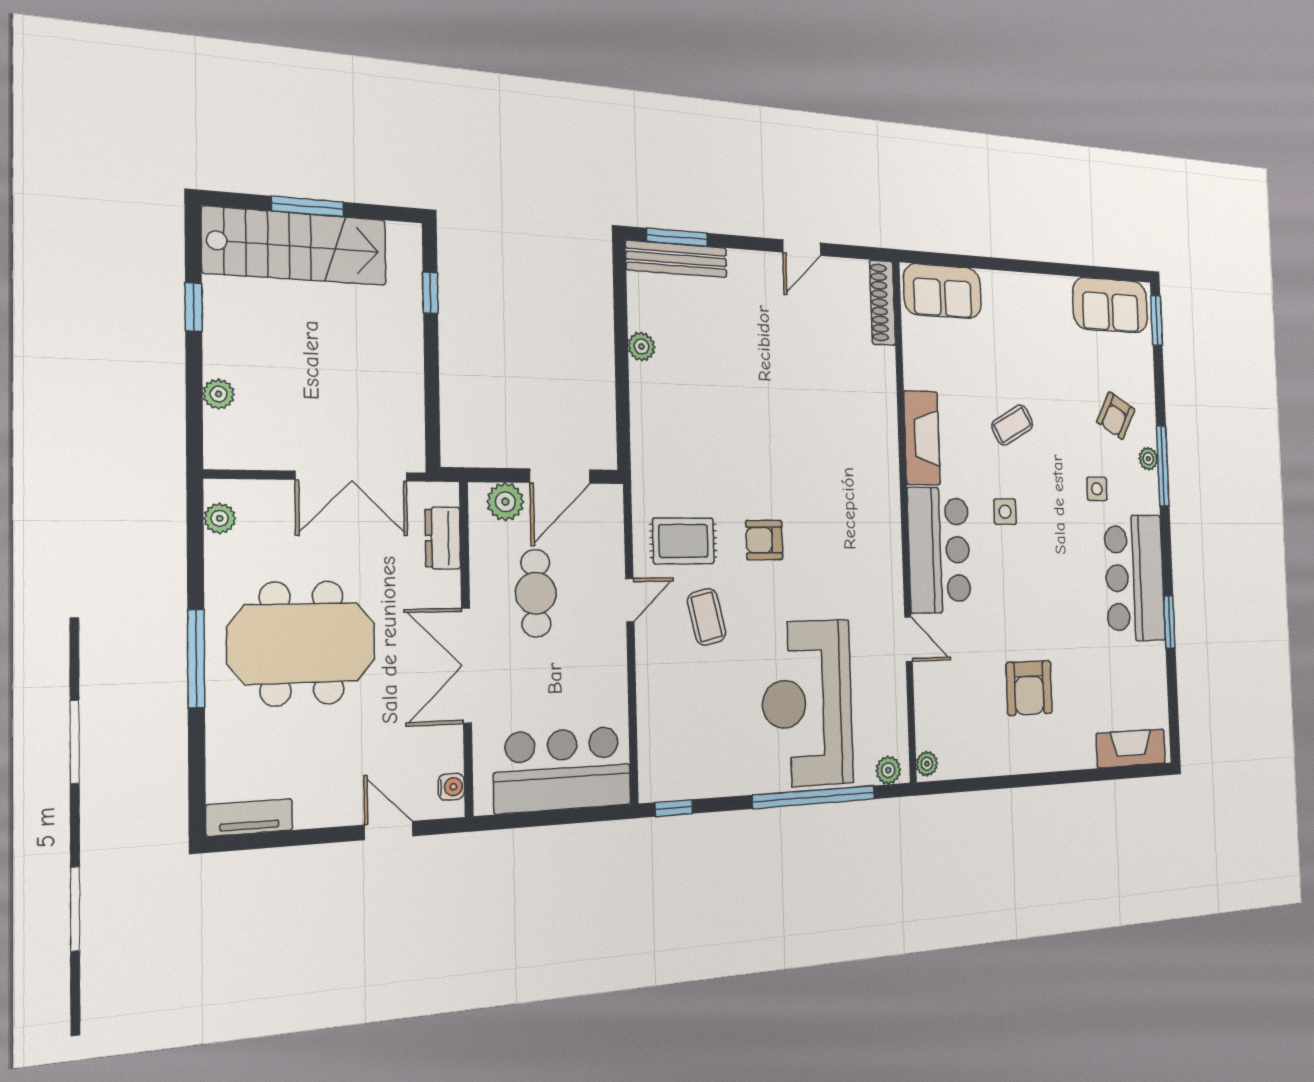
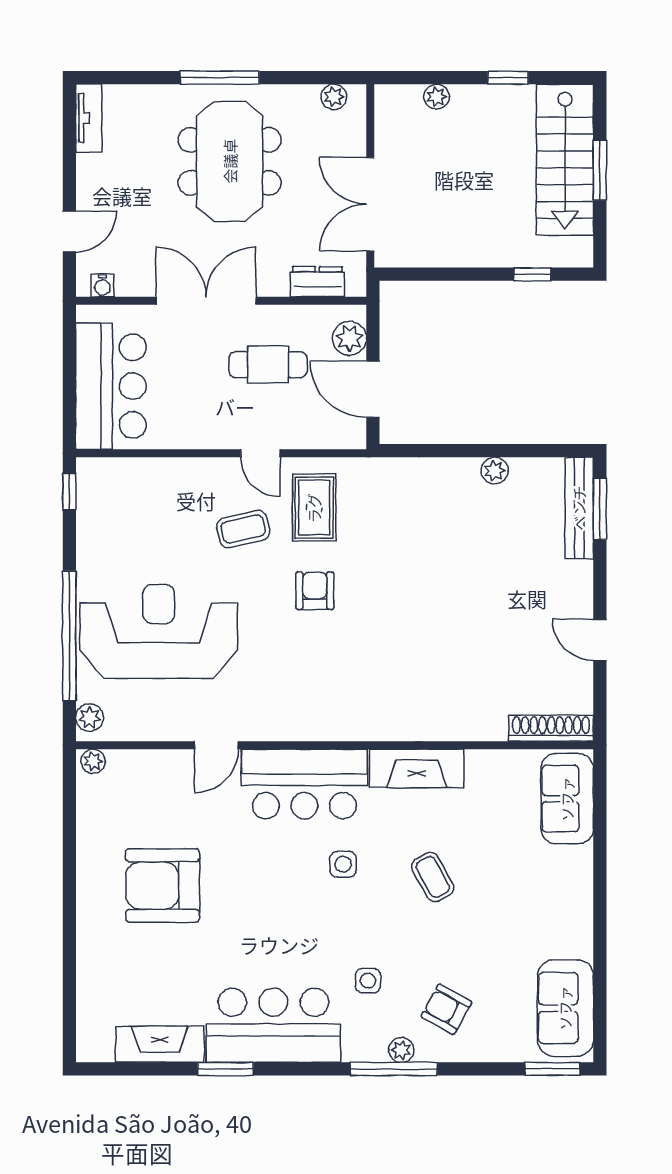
armchair: (1029, 688) -> (163, 886), width x1.36, depth x1.36
fireplace: (1131, 748) -> (160, 1044), moved, turned -90

